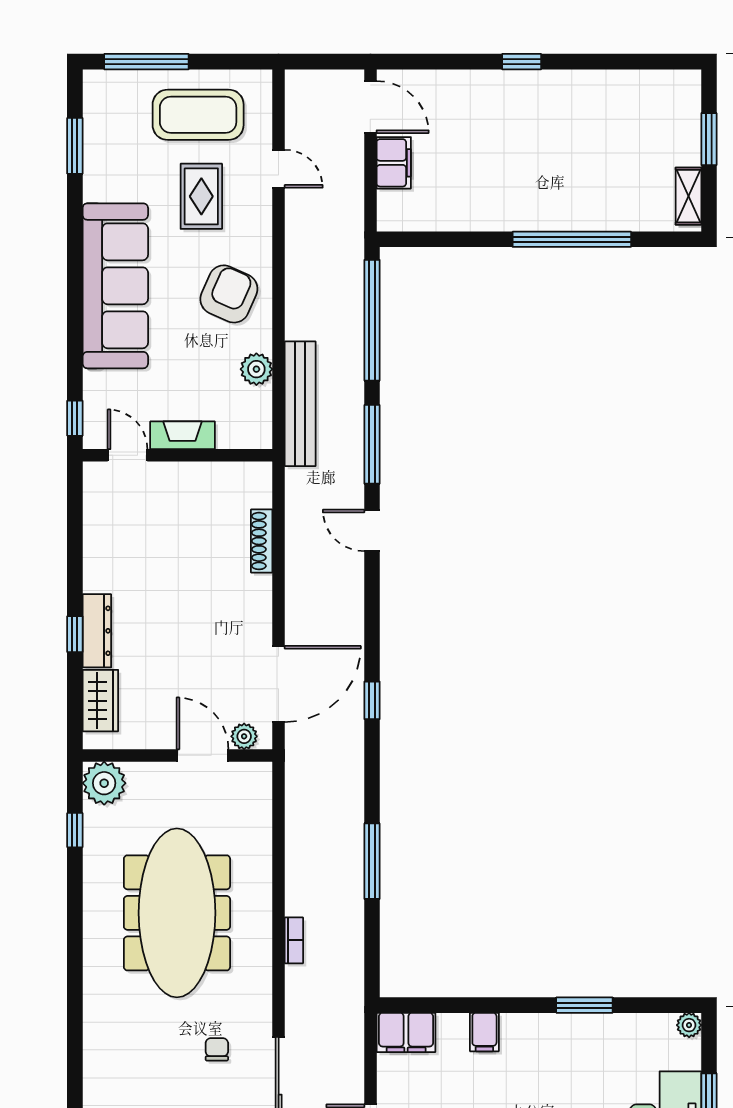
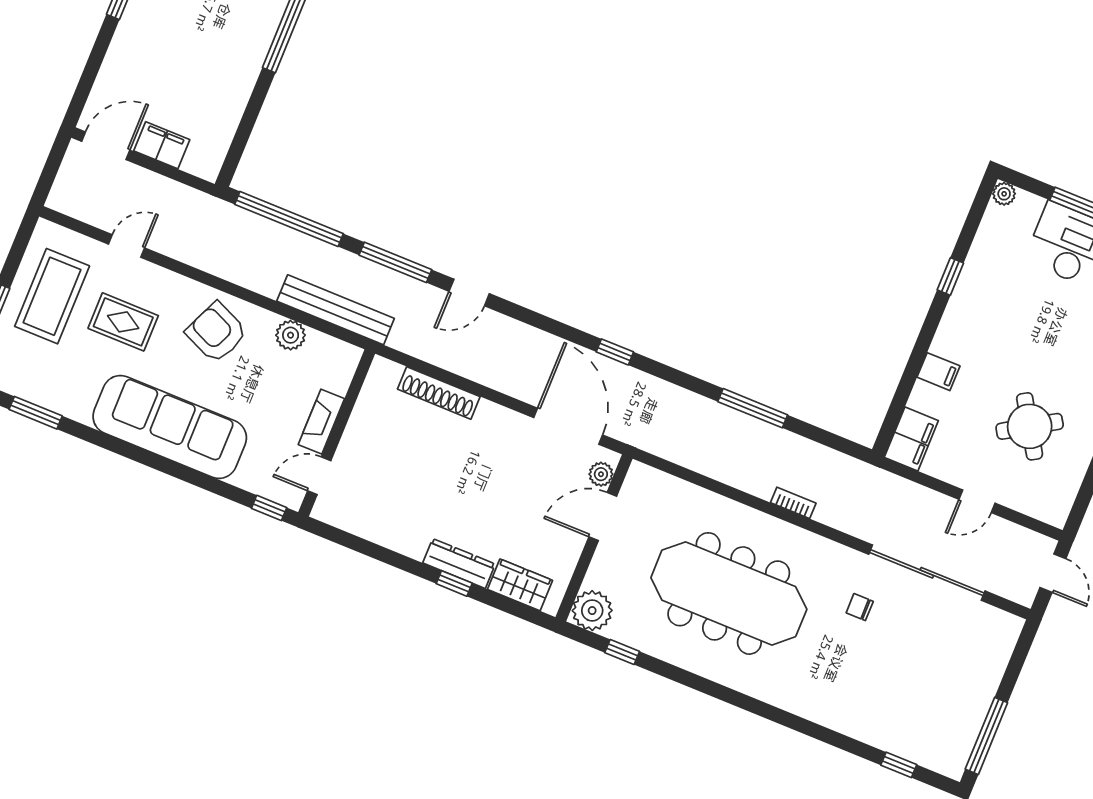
shoe rack: (262, 541) -> (439, 393), width x1.36, depth x1.24
window: (584, 1005) -> (950, 276), width x0.67

